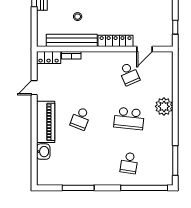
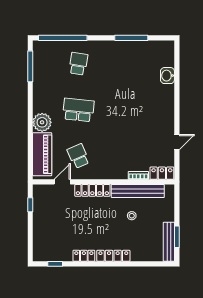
school desk: (80, 118) -> (129, 110), removed
piano: (46, 122) -> (42, 154), moved, turned 180

